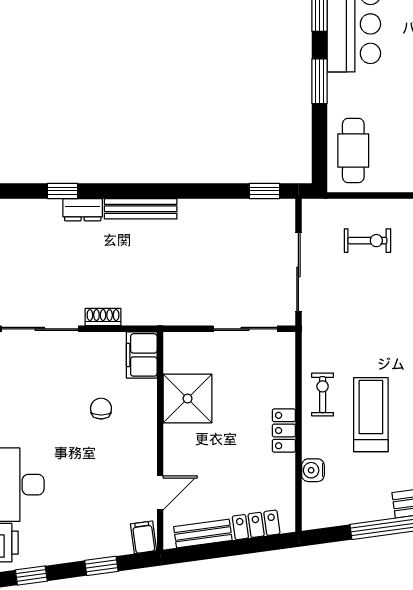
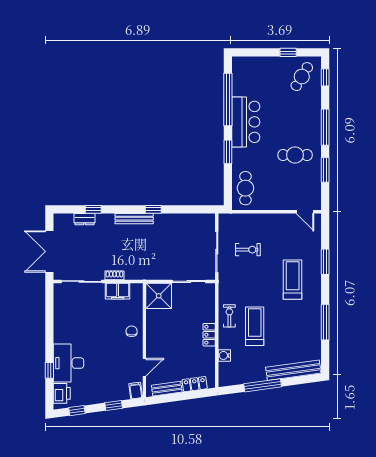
window: (265, 191) -> (153, 209), moved
dresser: (83, 210) -> (84, 219), moved
exercise bike: (367, 241) -> (248, 250), moved
filing cabinet: (142, 355) -> (118, 291), moved, turned -90
shower: (188, 399) -> (159, 296), moved
chair: (101, 409) -> (132, 331), moved

